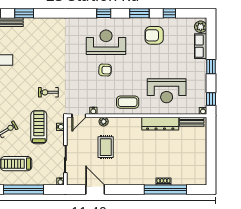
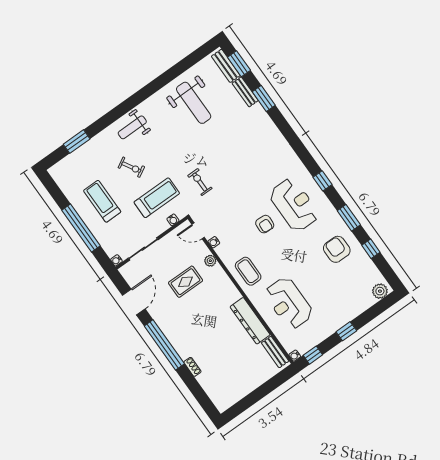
row of seats: (201, 46) -> (360, 305), removed
window: (165, 190) -> (164, 345), moved

